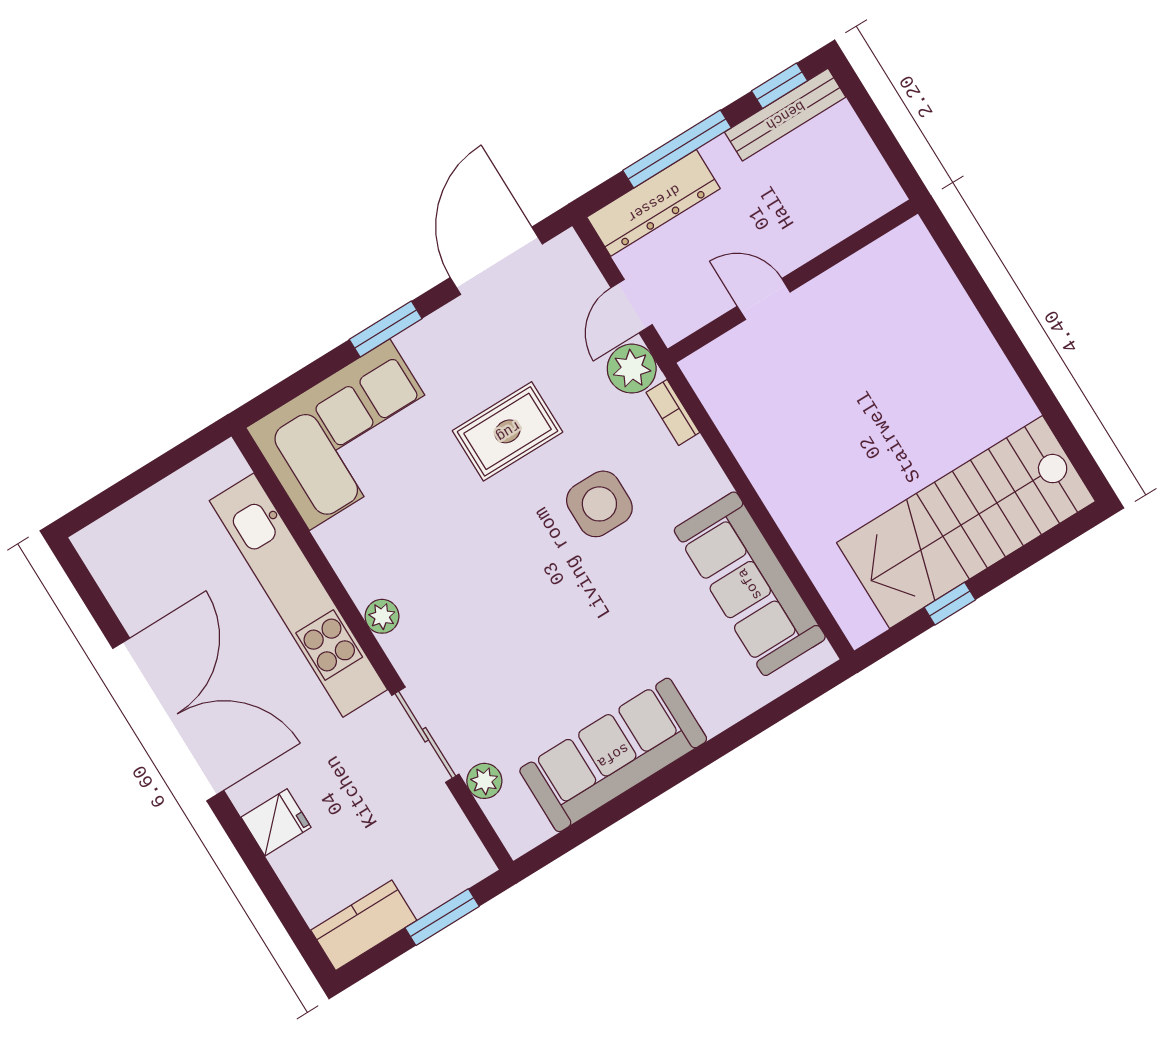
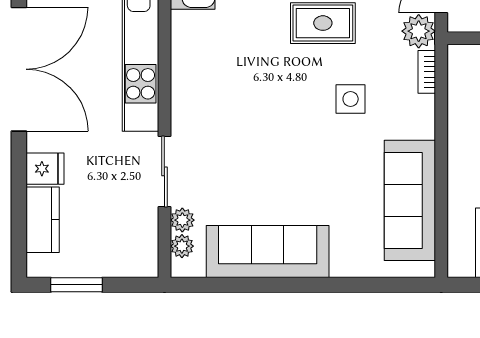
side table: (599, 504) -> (351, 99), width x0.73, depth x0.73
plant: (382, 616) -> (182, 246), moved
window: (442, 917) -> (77, 285), moved
kitchen counter: (364, 925) -> (43, 220), moved, turned 90

